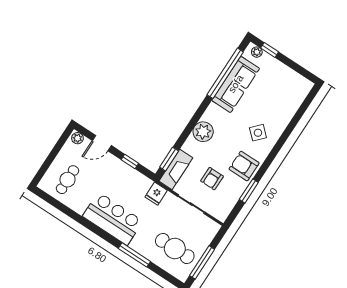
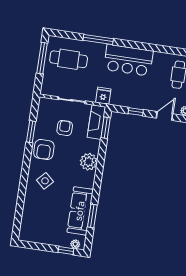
window: (225, 73) -> (92, 216), width x0.47
armchair: (244, 166) -> (44, 150), turned 90

